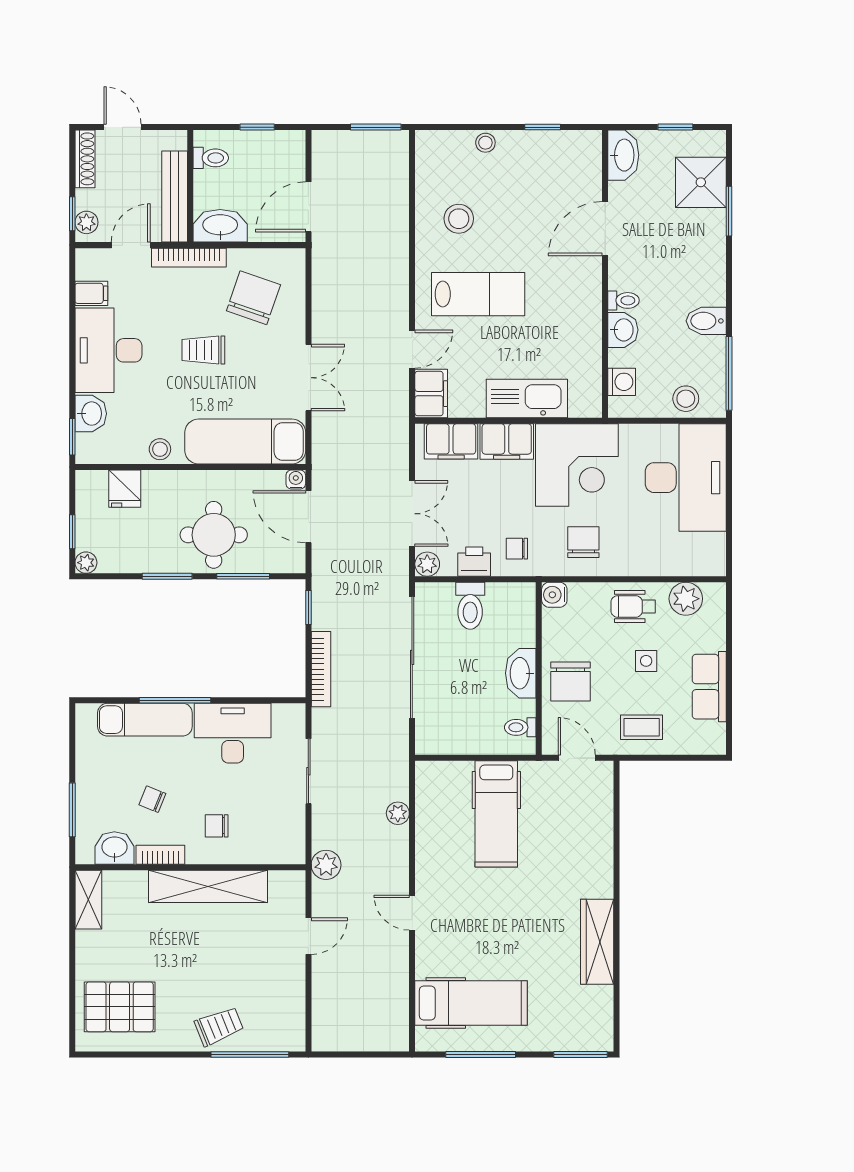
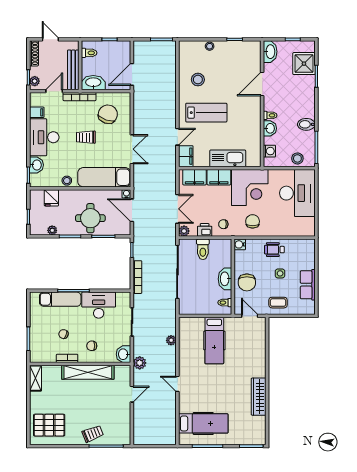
plant: (86, 563) -> (52, 230), moved
plant: (686, 599) -> (297, 246), removed
washbasin: (114, 848) -> (123, 354), moved, turned -90

